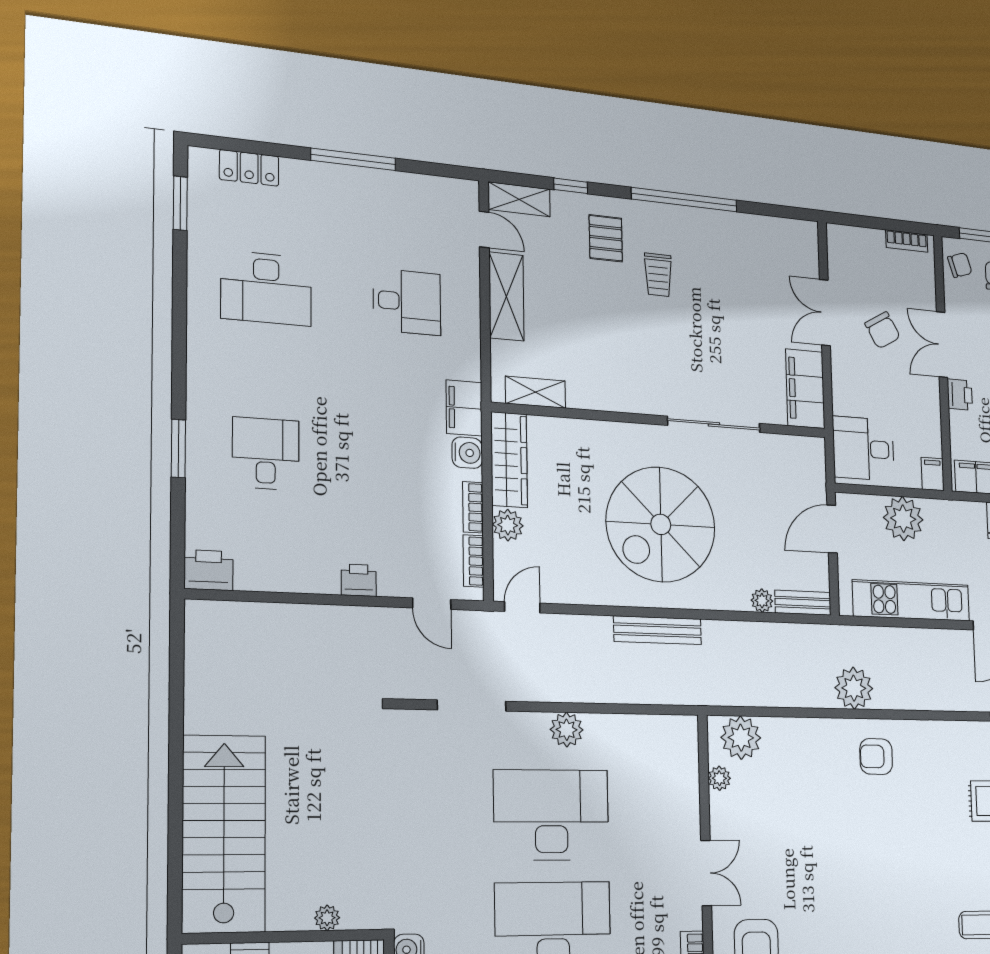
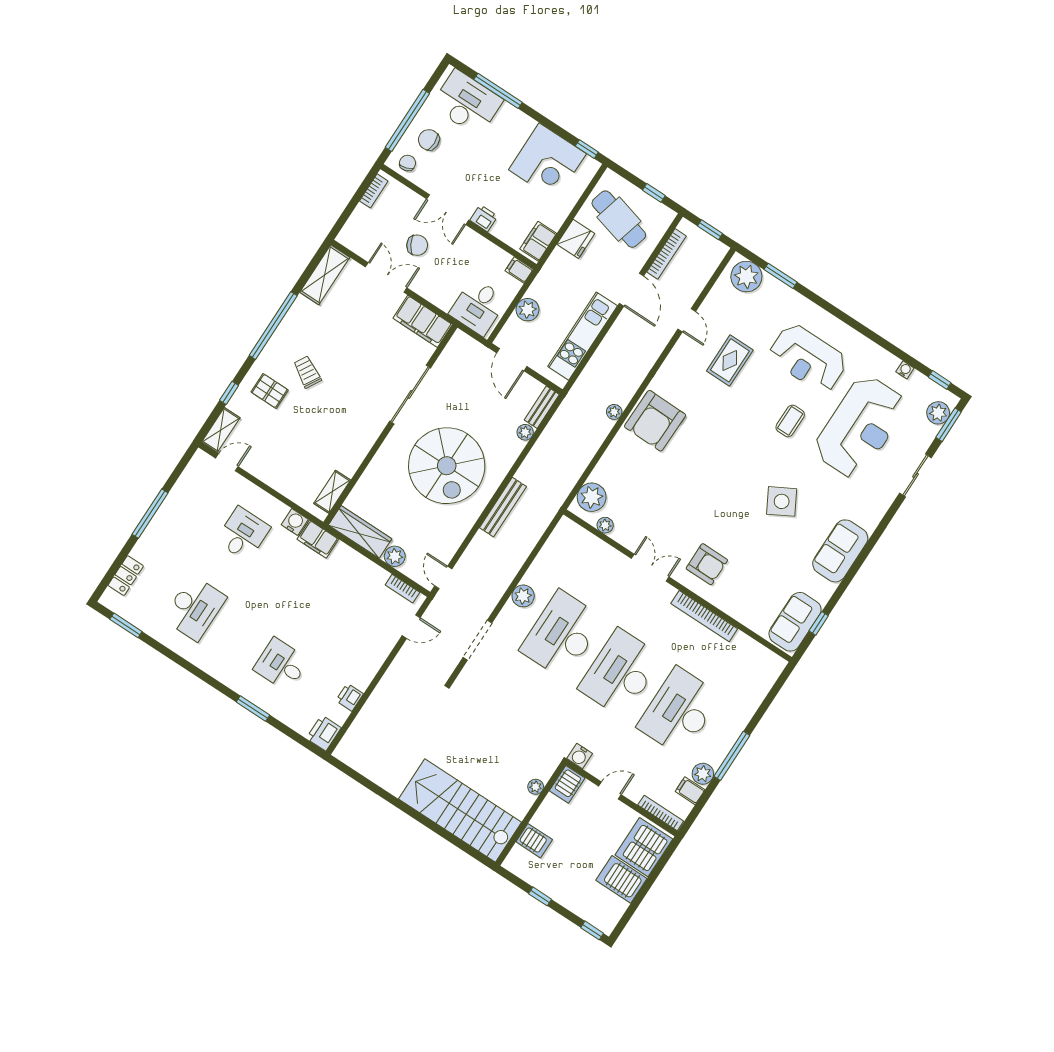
trolley: (658, 275) -> (307, 372), turned -150
shelving: (506, 296) -> (325, 275), moved, turned 90
double door: (825, 313) -> (386, 277), swing flipped
water cooler: (467, 453) -> (295, 522), moved
bookcase: (473, 507) -> (374, 570), removed
plant: (903, 519) -> (527, 310), width x0.73, depth x0.73
printer: (359, 580) -> (350, 697), moved
plant: (854, 688) -> (614, 412), width x0.53, depth x0.53
armchair: (876, 757) -> (655, 421), width x1.88, depth x1.88

